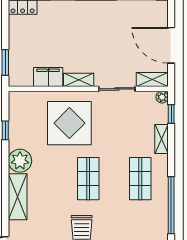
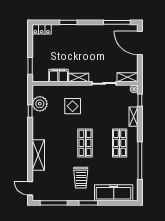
door: (171, 45) -> (140, 43), moved
display table: (69, 123) -> (73, 106), width x0.54, depth x0.54
plant: (20, 161) -> (40, 104), moved

